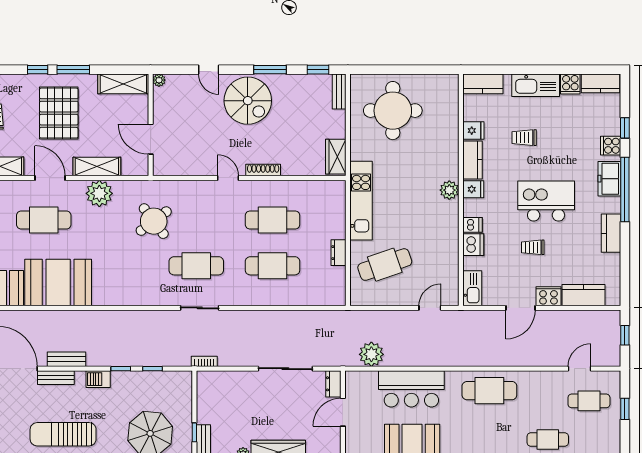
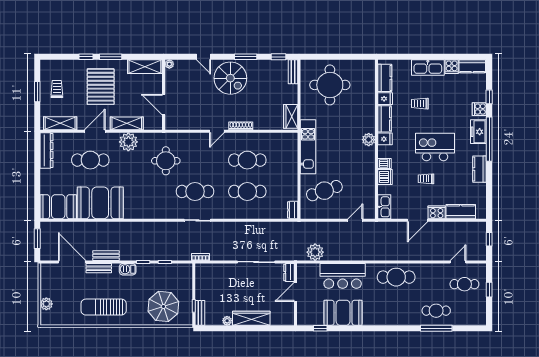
kitchen counter: (483, 84) -> (385, 78), moved, turned -90
door: (50, 178) -> (95, 131), hinge flipped
door: (228, 178) -> (217, 131), swing flipped
round table: (154, 221) -> (166, 161), turned 37
dresser: (339, 253) -> (293, 210), moved

